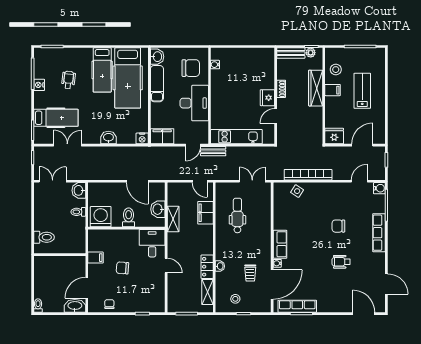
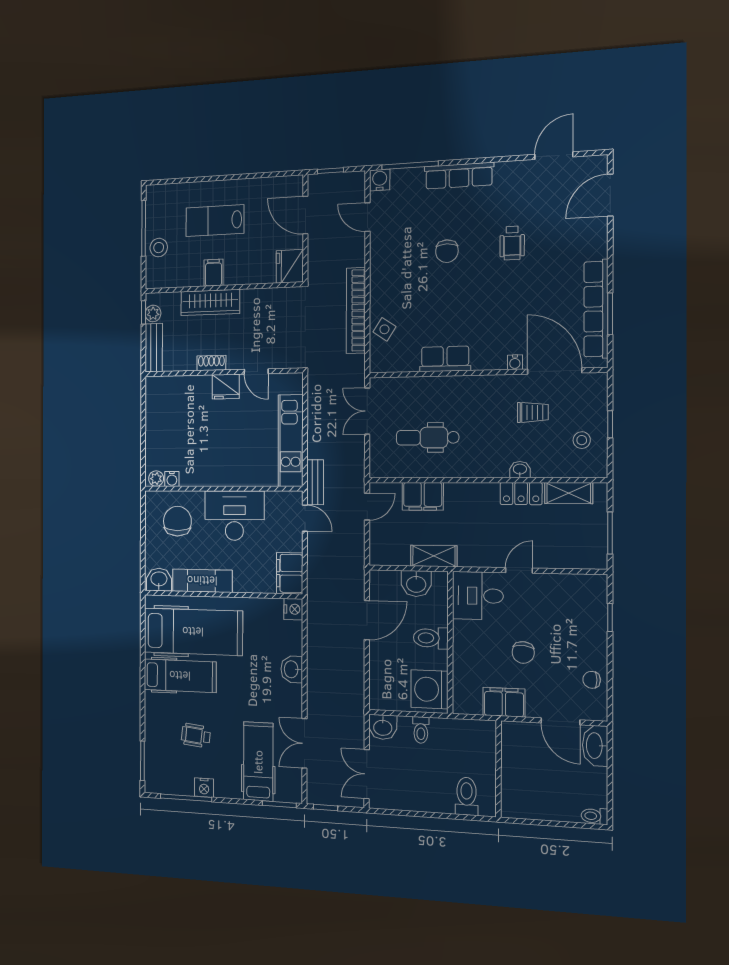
plant: (215, 55) -> (156, 479), added
stool: (336, 70) -> (159, 248), moved
row of seats: (280, 244) -> (445, 359), moved
filing cabinet: (96, 258) -> (504, 702), width x2.00
row of seats: (297, 306) -> (596, 309), width x1.36

